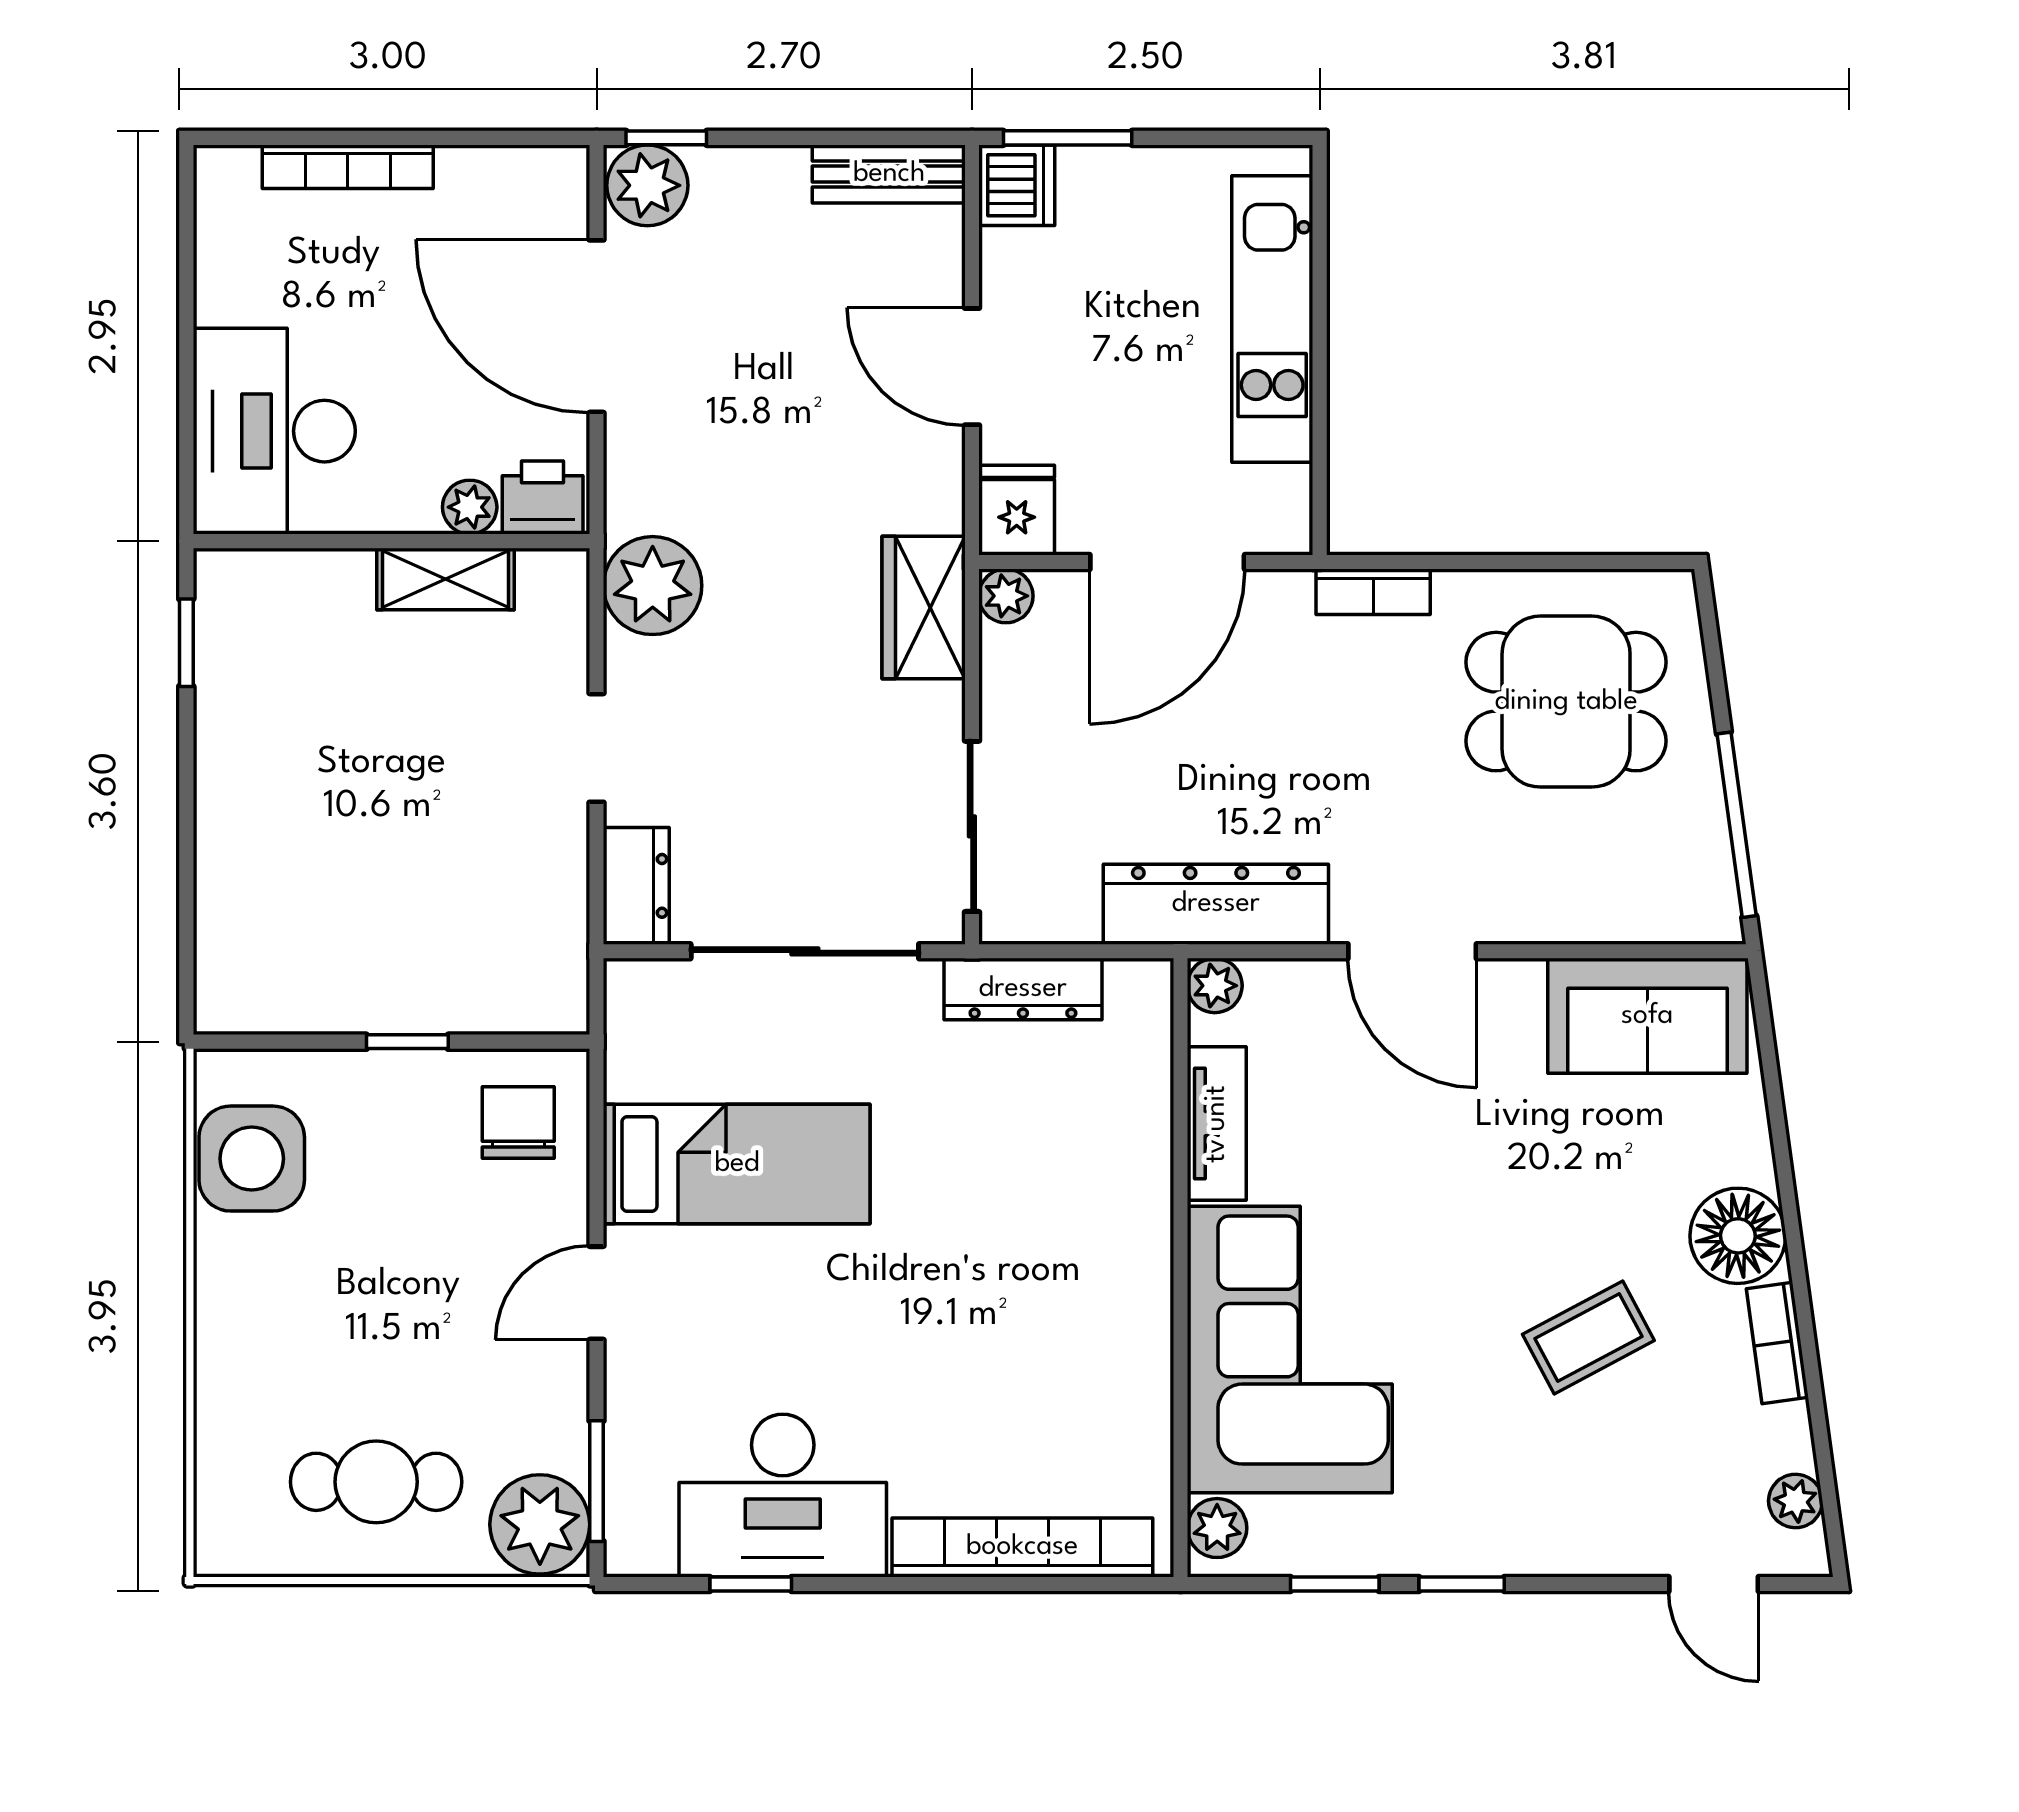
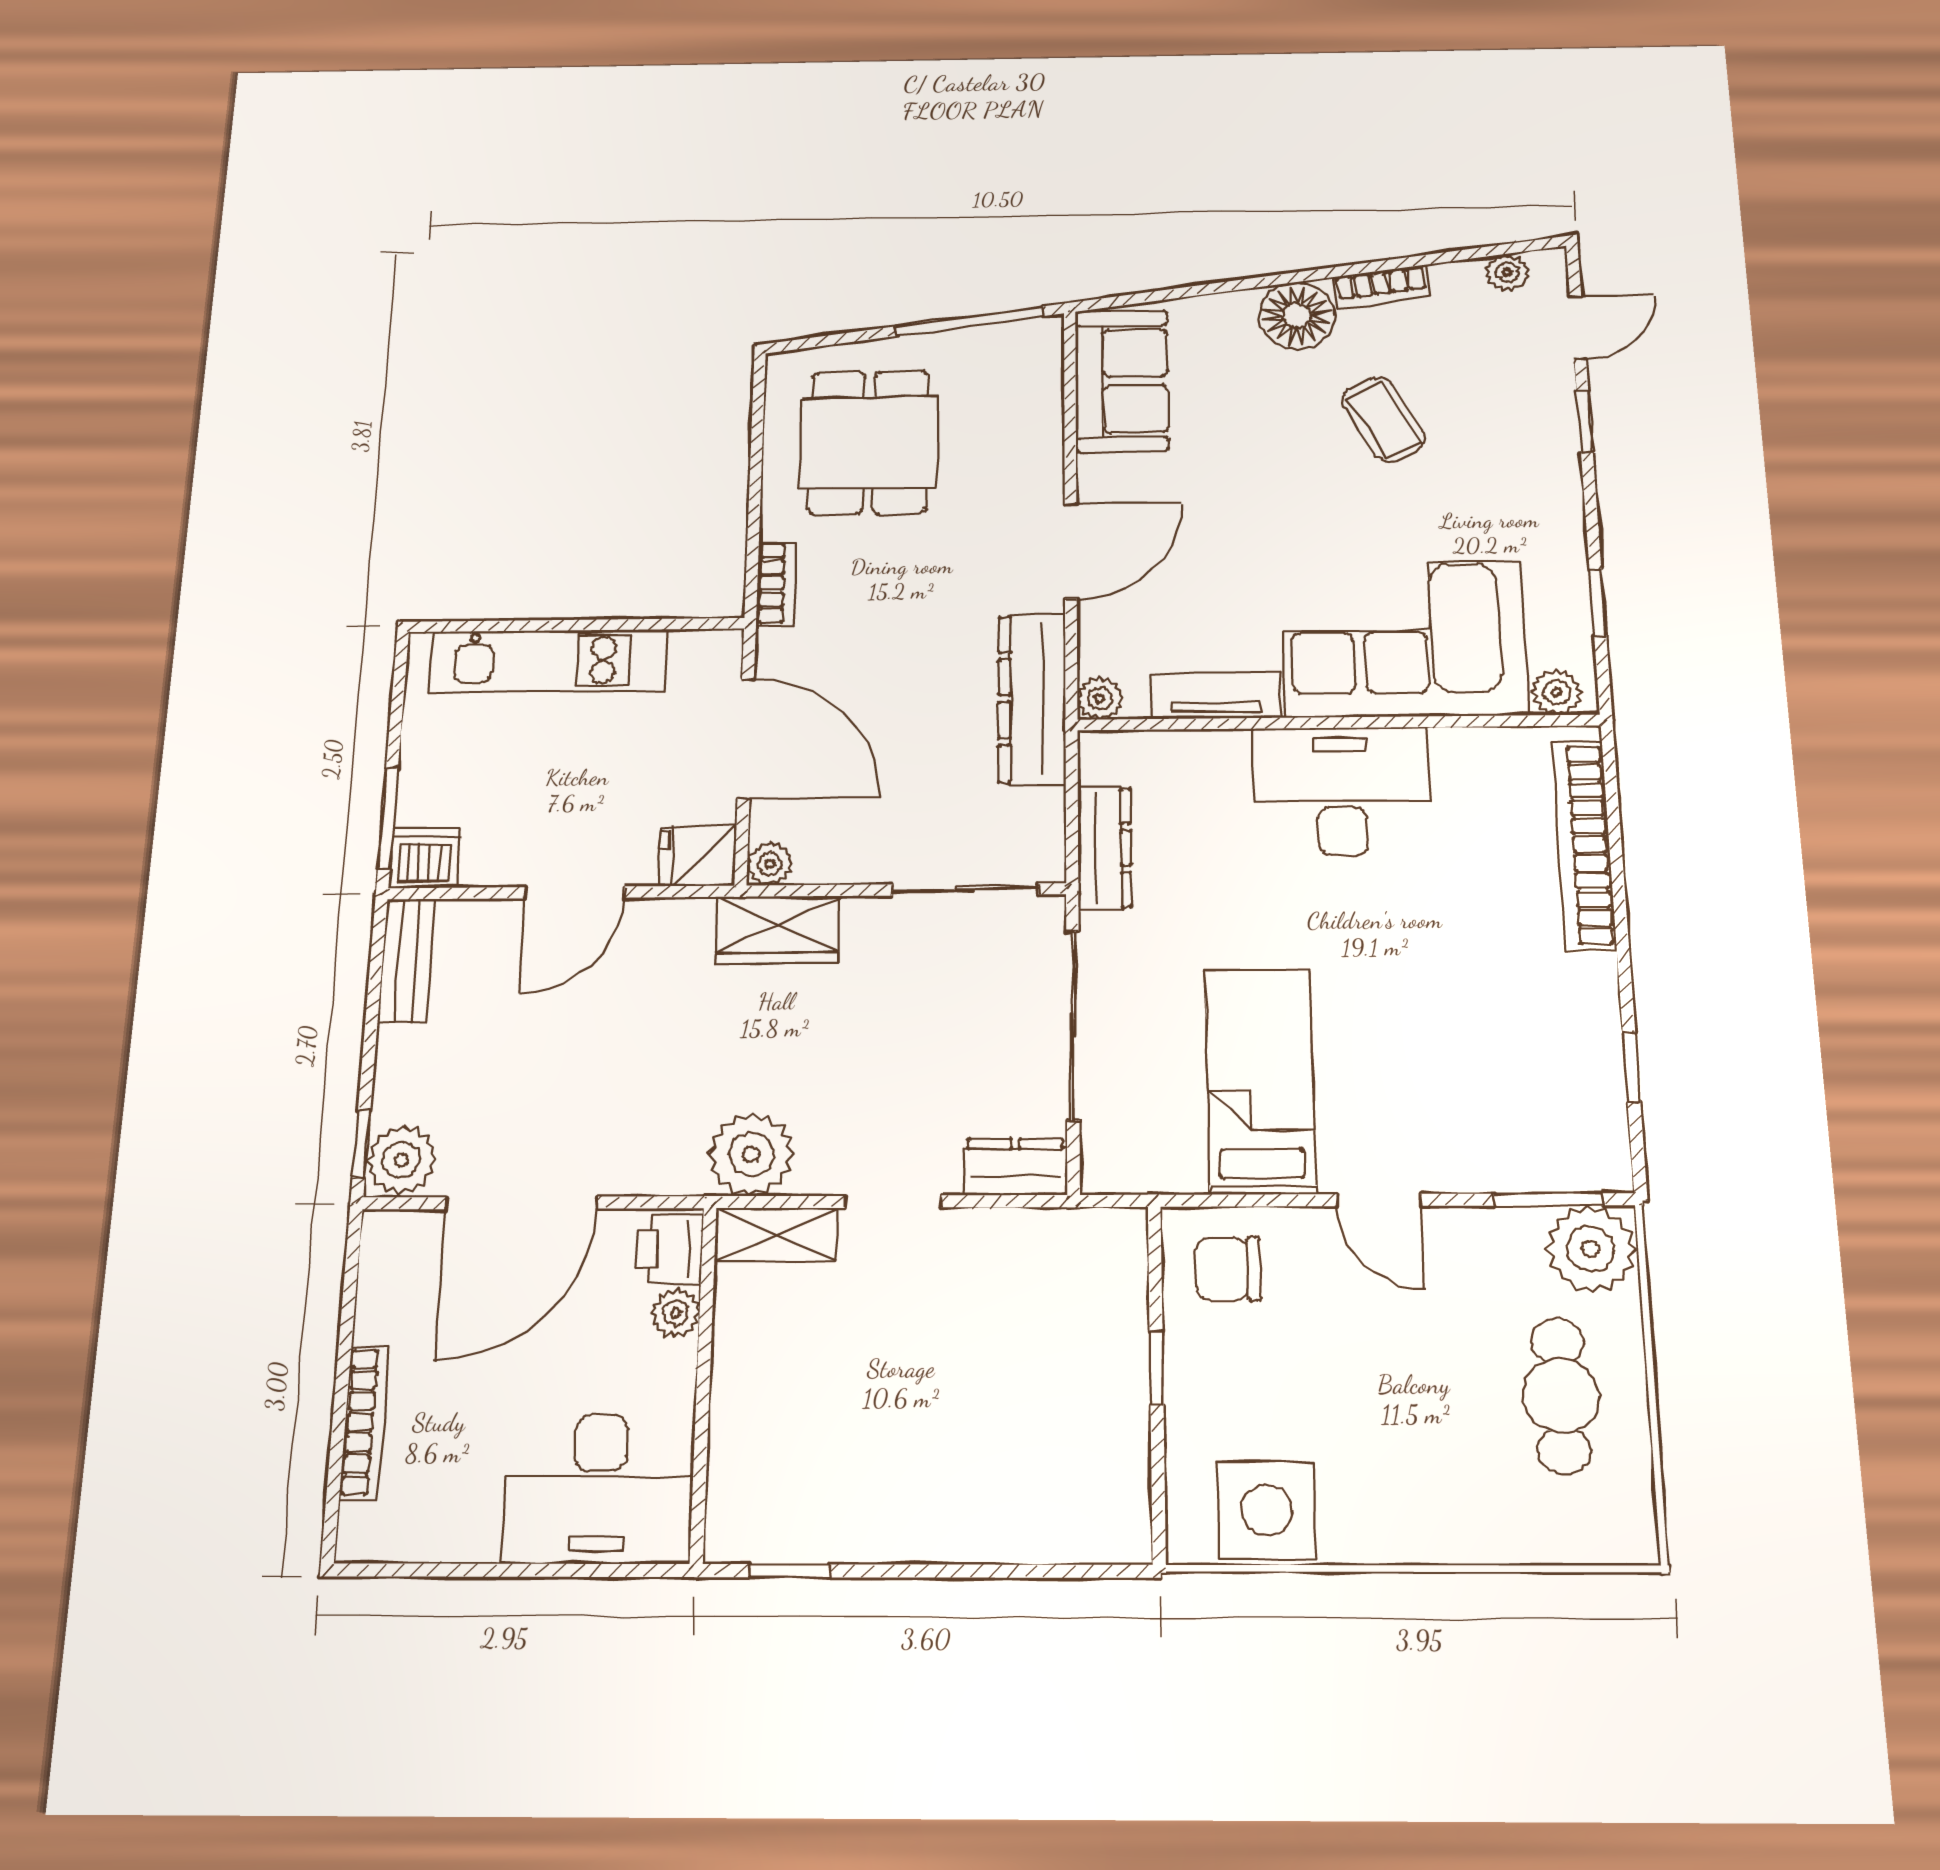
shelving: (446, 579) -> (776, 1235), moved, turned 90
desk: (783, 1496) -> (1341, 791), moved, turned -90
window: (1462, 1584) -> (1585, 422), moved

